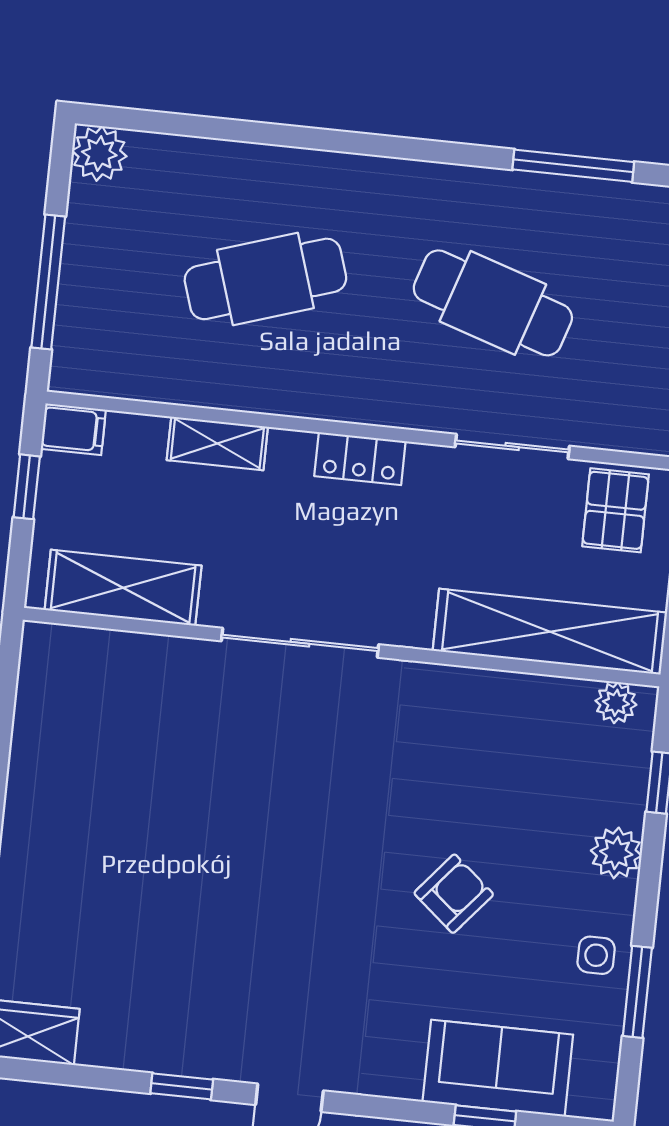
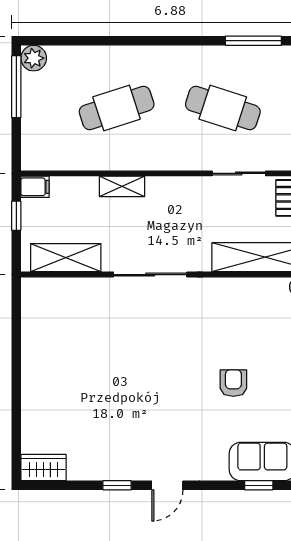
window: (48, 282) -> (16, 87), moved
shelving: (217, 443) -> (122, 186), moved
locker: (360, 459) -> (169, 186), removed
armchair: (454, 894) -> (233, 383), turned -40

